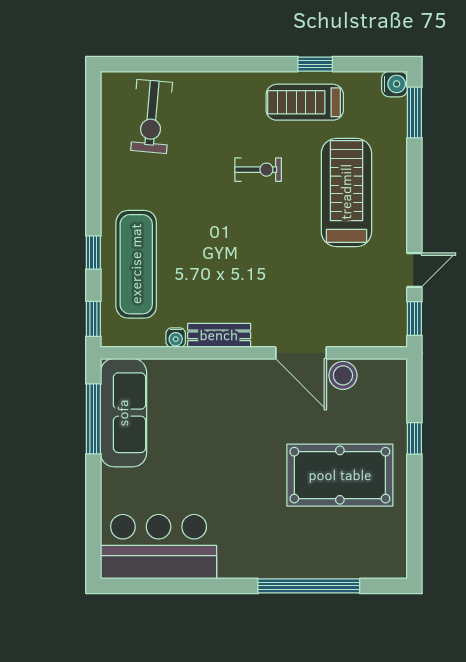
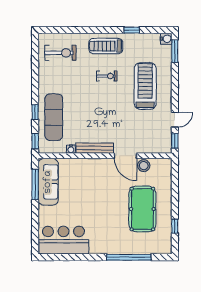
treadmill: (305, 102) -> (106, 46), moved
exercise bike: (152, 116) -> (60, 53), turned -95
bench: (219, 335) -> (95, 148), width x1.36
window: (414, 438) -> (175, 226), moved
pool table: (340, 475) -> (142, 209), turned 90

